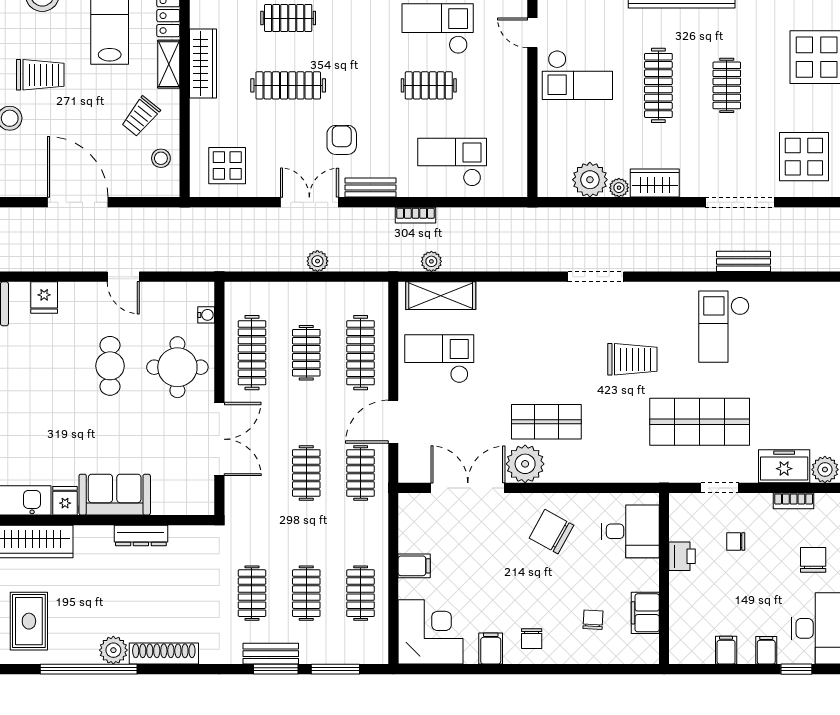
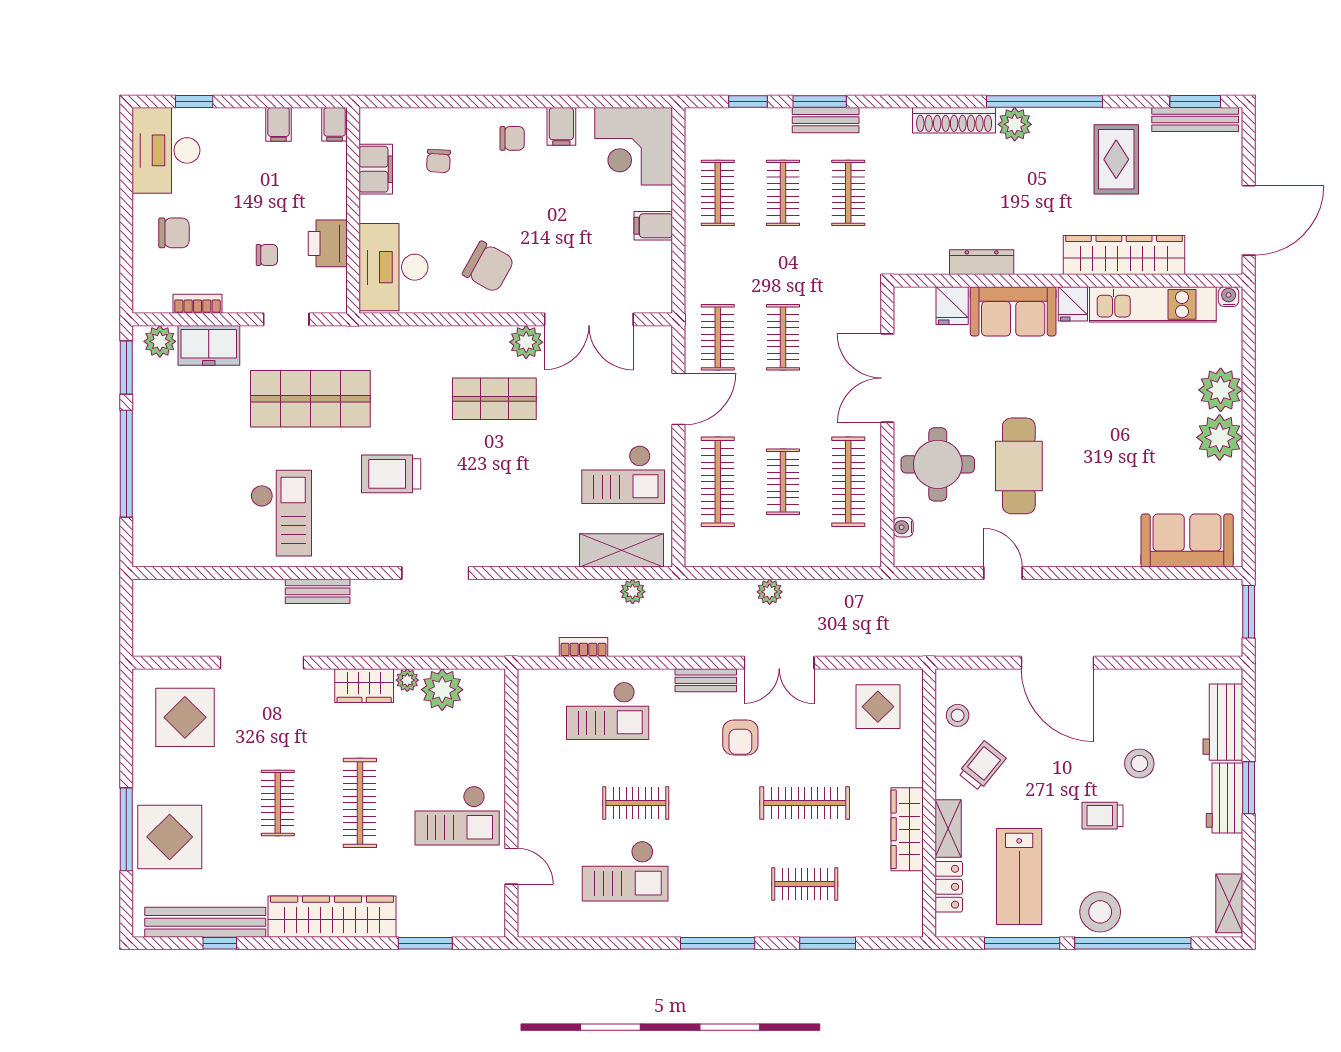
trolley: (40, 75) -> (1103, 816), width x0.73, depth x0.72
checkout: (577, 75) -> (457, 815), turned 180
bookcase: (415, 215) -> (584, 647), moved
bench: (743, 261) -> (318, 591), moved
fridge: (44, 297) -> (952, 306), moved, turned 180
cafe table: (110, 366) -> (1019, 466), width x1.37, depth x1.35
plant: (525, 464) -> (526, 342), width x0.73, depth x0.73
desk: (630, 531) -> (393, 267), width x1.37
printer: (682, 556) -> (328, 243), width x1.36, depth x1.24
chair: (813, 560) -> (174, 233), turned -90
chair: (532, 639) -> (512, 138), turned 90
filing cabinet: (766, 650) -> (335, 124), moved
window: (335, 669) -> (748, 102), width x0.67

